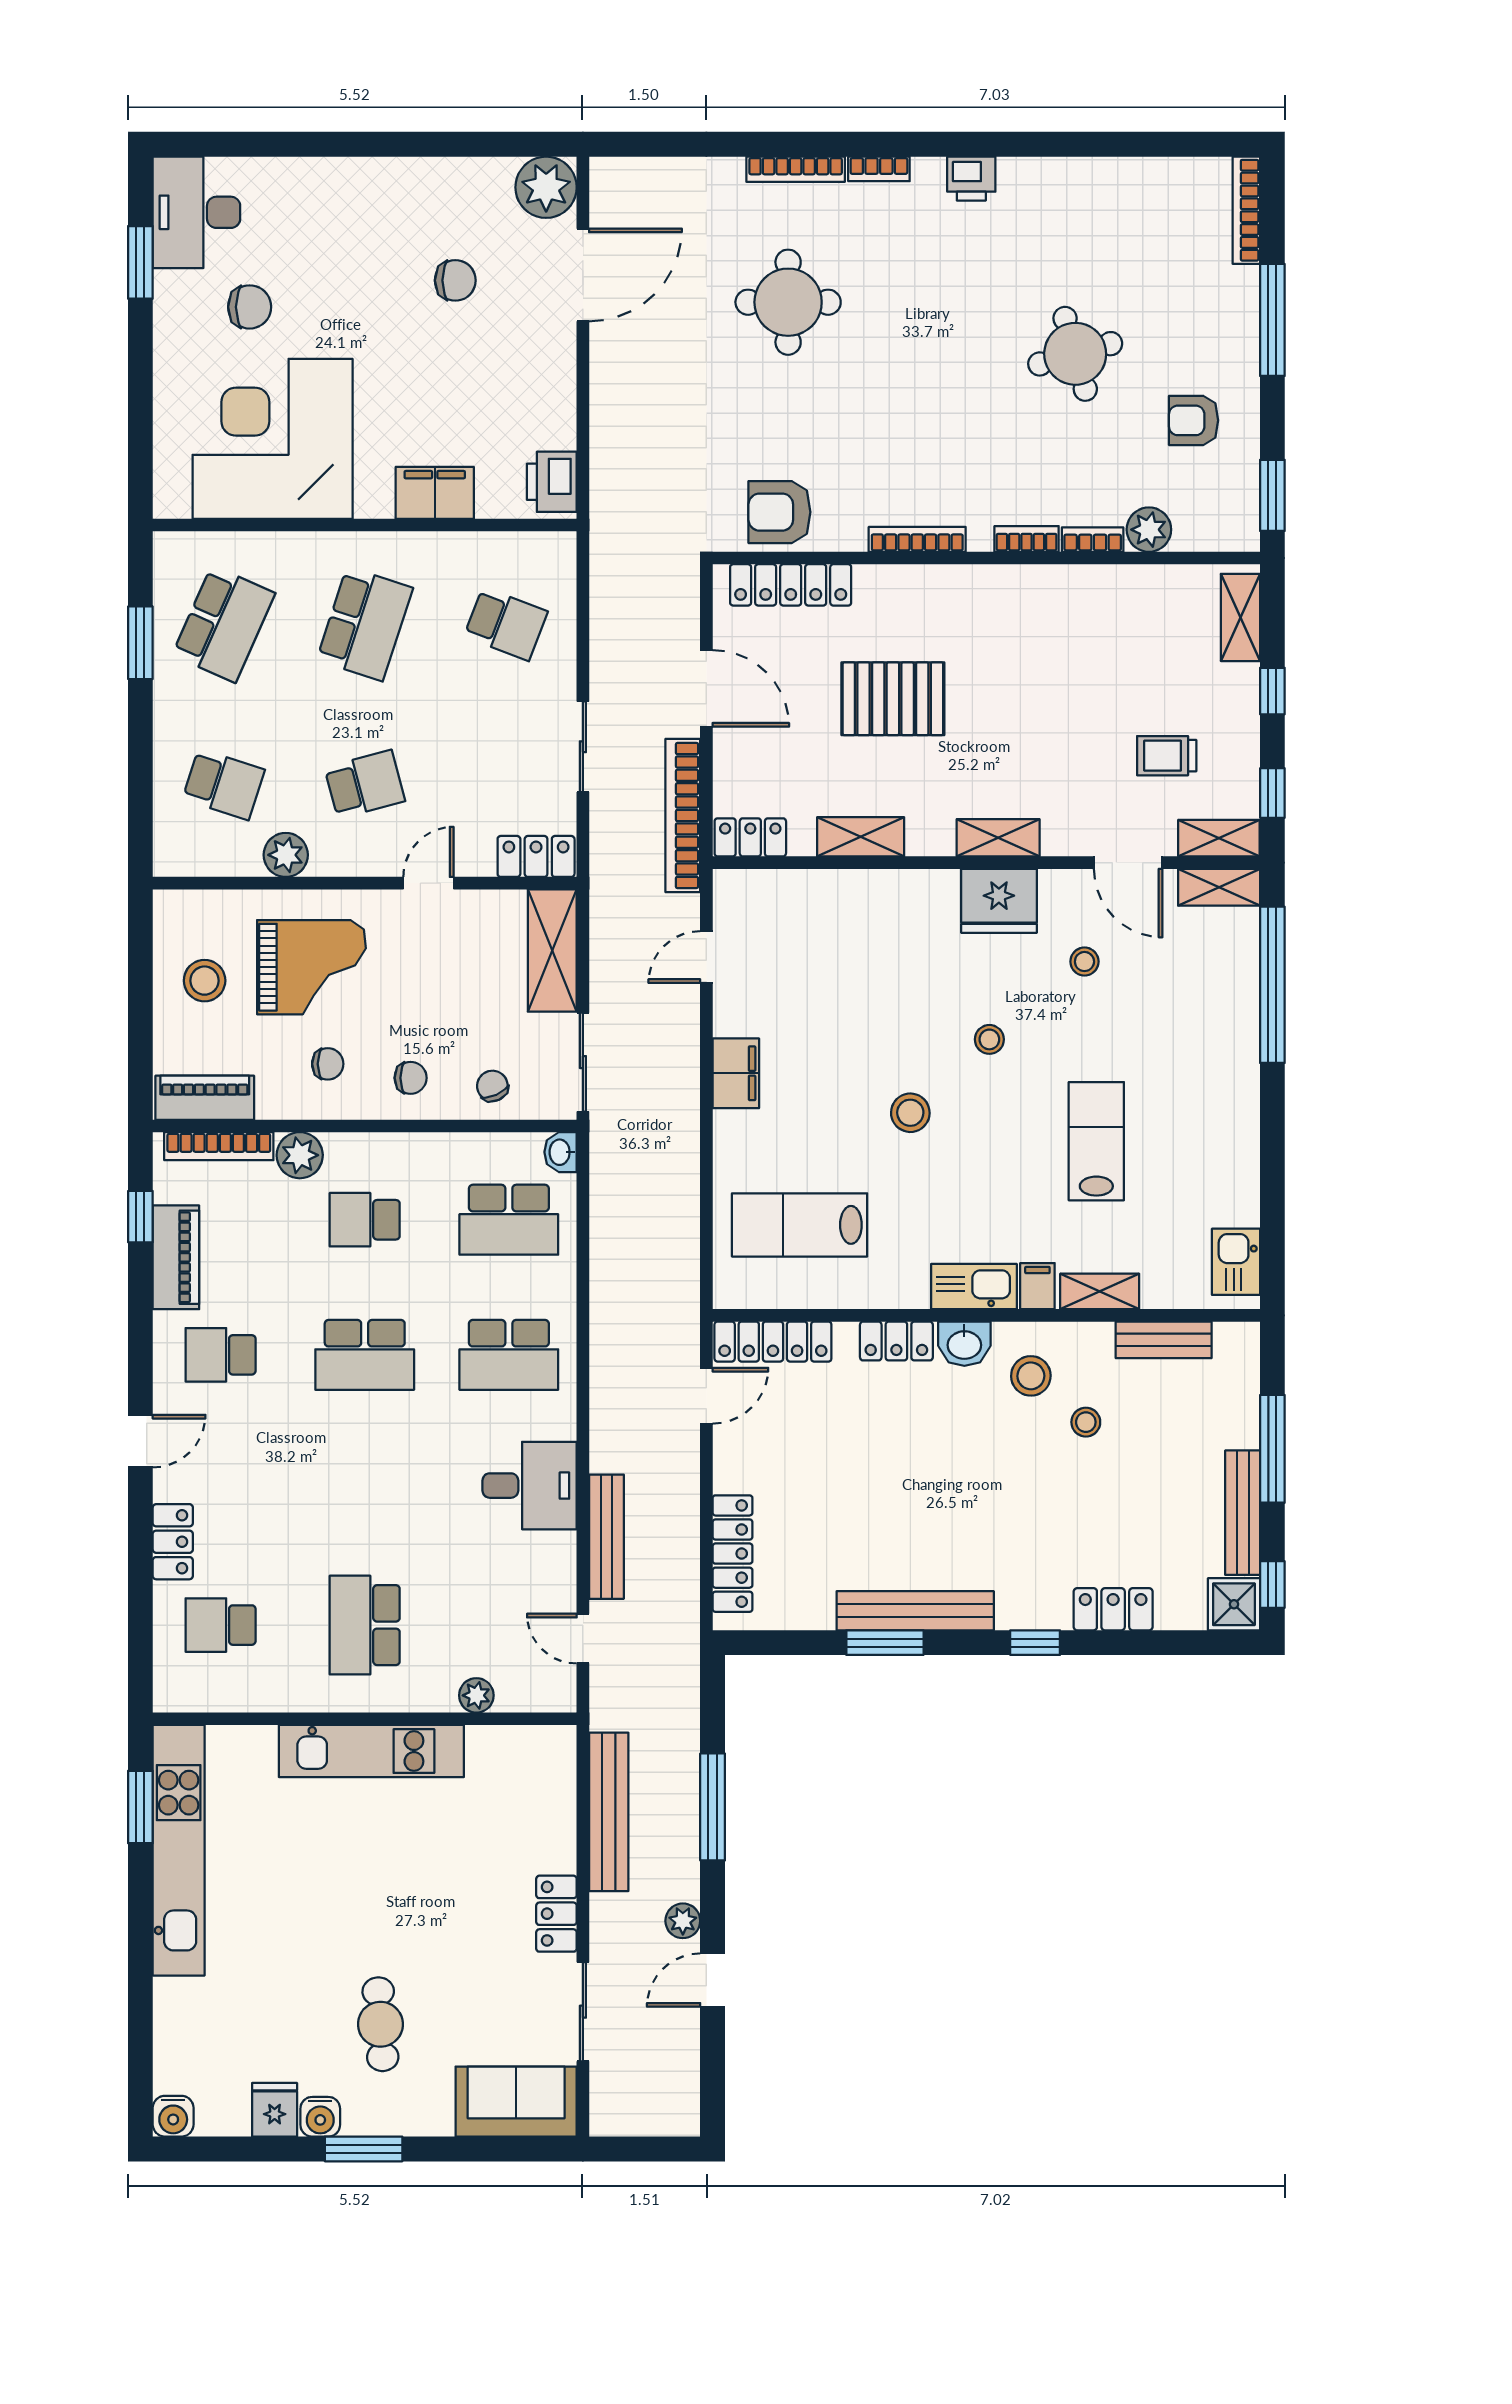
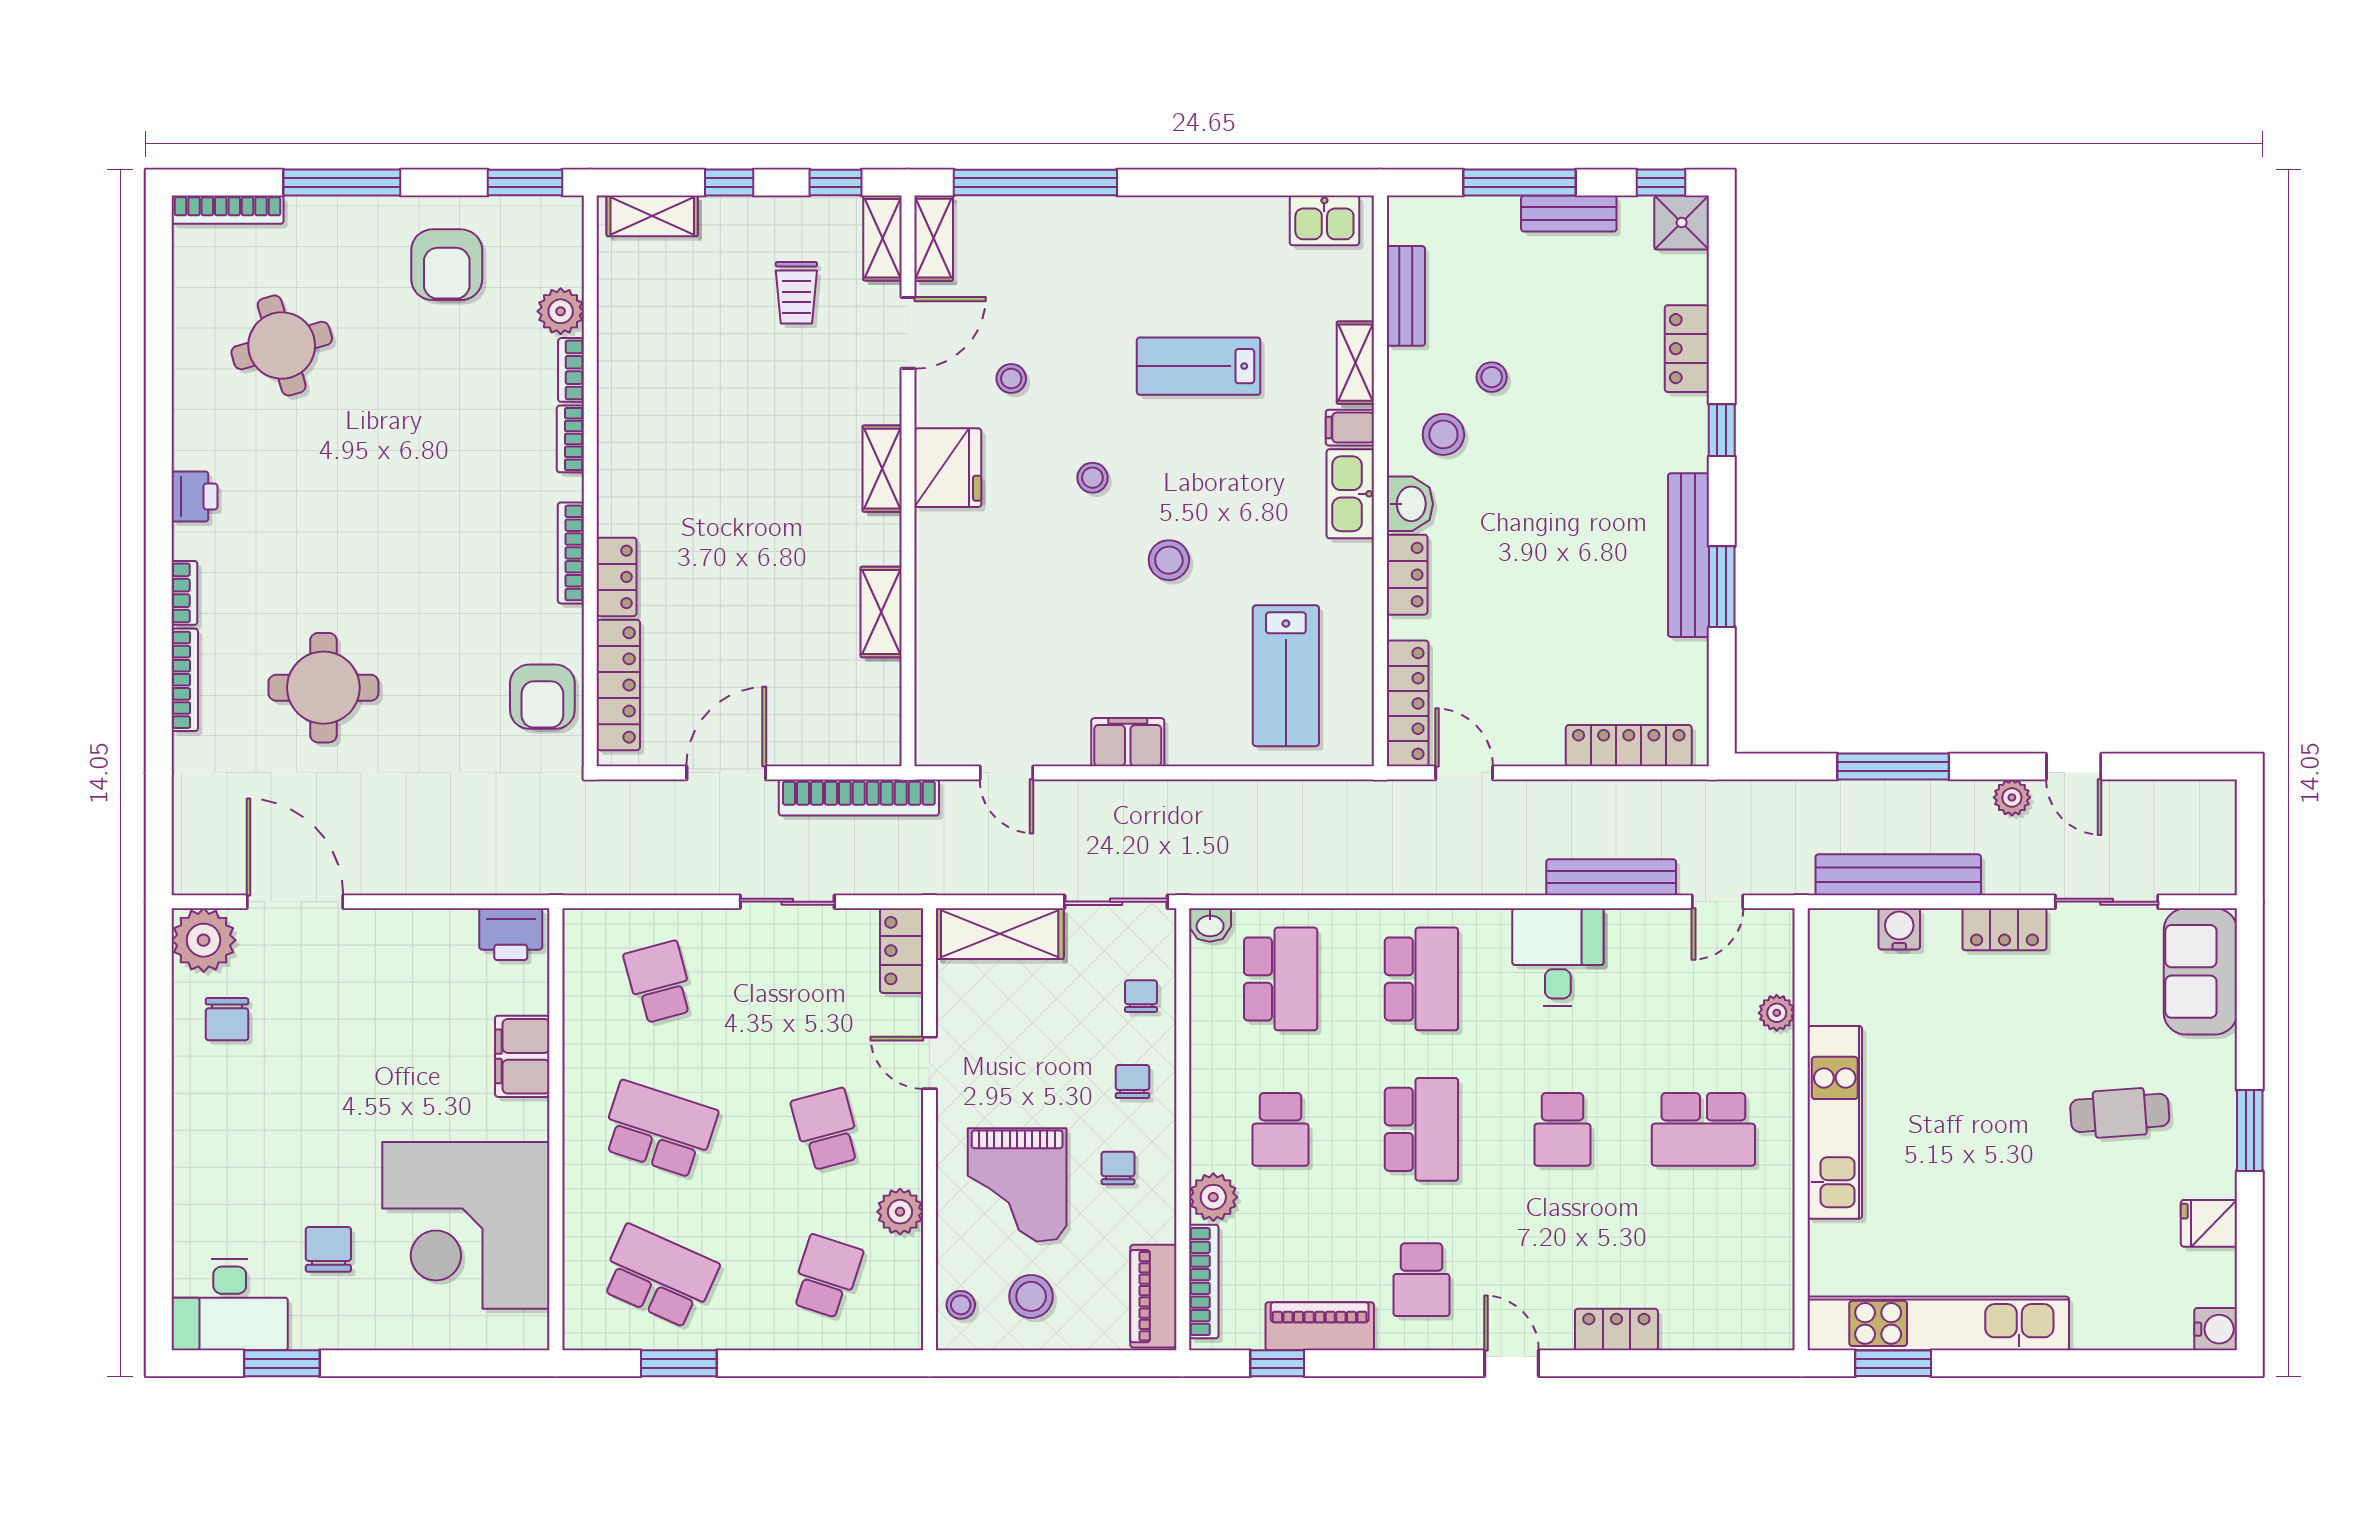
chair: (455, 280) -> (227, 1019), moved, turned 180
round table: (1075, 354) -> (282, 345), moved
armchair: (1194, 420) -> (447, 265), width x1.38, depth x1.38
school desk: (506, 624) -> (659, 982), turned -36
pallet: (893, 699) -> (737, 578), removed
locker: (750, 837) -> (617, 577), moved, turned 180
stool: (196, 913) -> (961, 1305), added
grand piano: (311, 967) -> (1017, 1185), turned 180
chair: (492, 1086) -> (1141, 996), turned 114
bench: (1243, 1513) -> (1569, 214), width x0.73
school desk: (221, 1625) -> (1562, 1129), moved
water cooler: (320, 2117) -> (1899, 929), moved, turned -90

